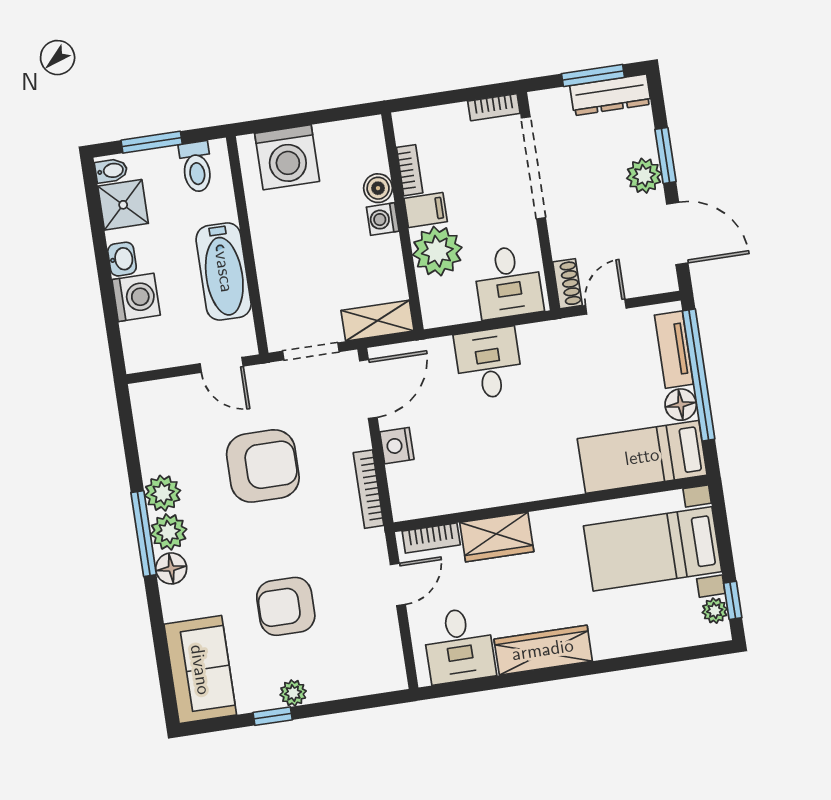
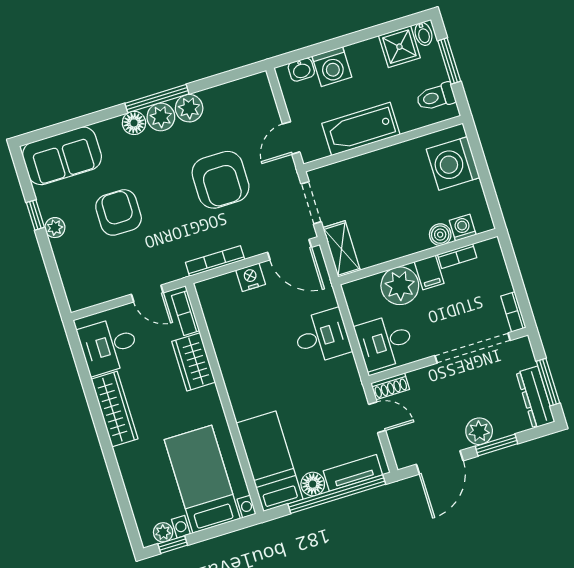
washing machine: (383, 219) -> (463, 228), moved
washbasin: (122, 259) -> (301, 70), moved

